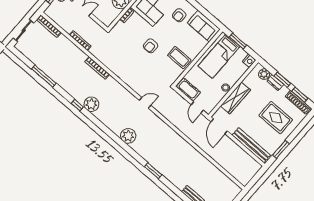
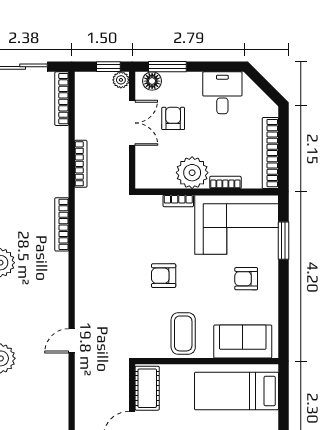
sofa: (204, 26) -> (243, 341), moved, turned 90
window: (238, 41) -> (284, 400), removed
door: (145, 103) -> (72, 341), swing flipped

